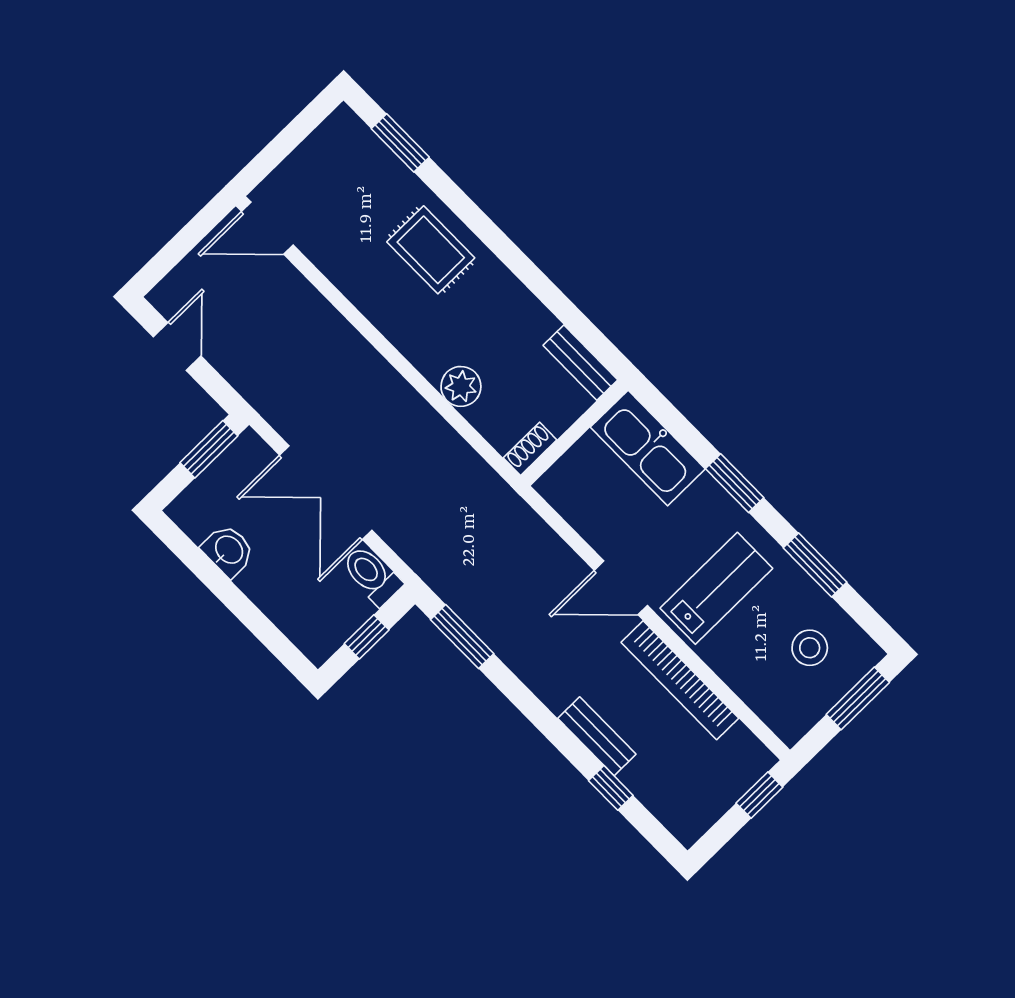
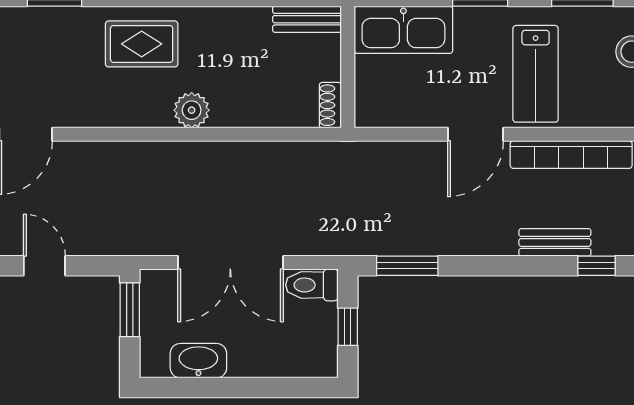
plant: (461, 386) -> (192, 110), moved
washbasin: (228, 550) -> (198, 361), width x1.38
lab bench: (716, 588) -> (536, 74), turned 180

